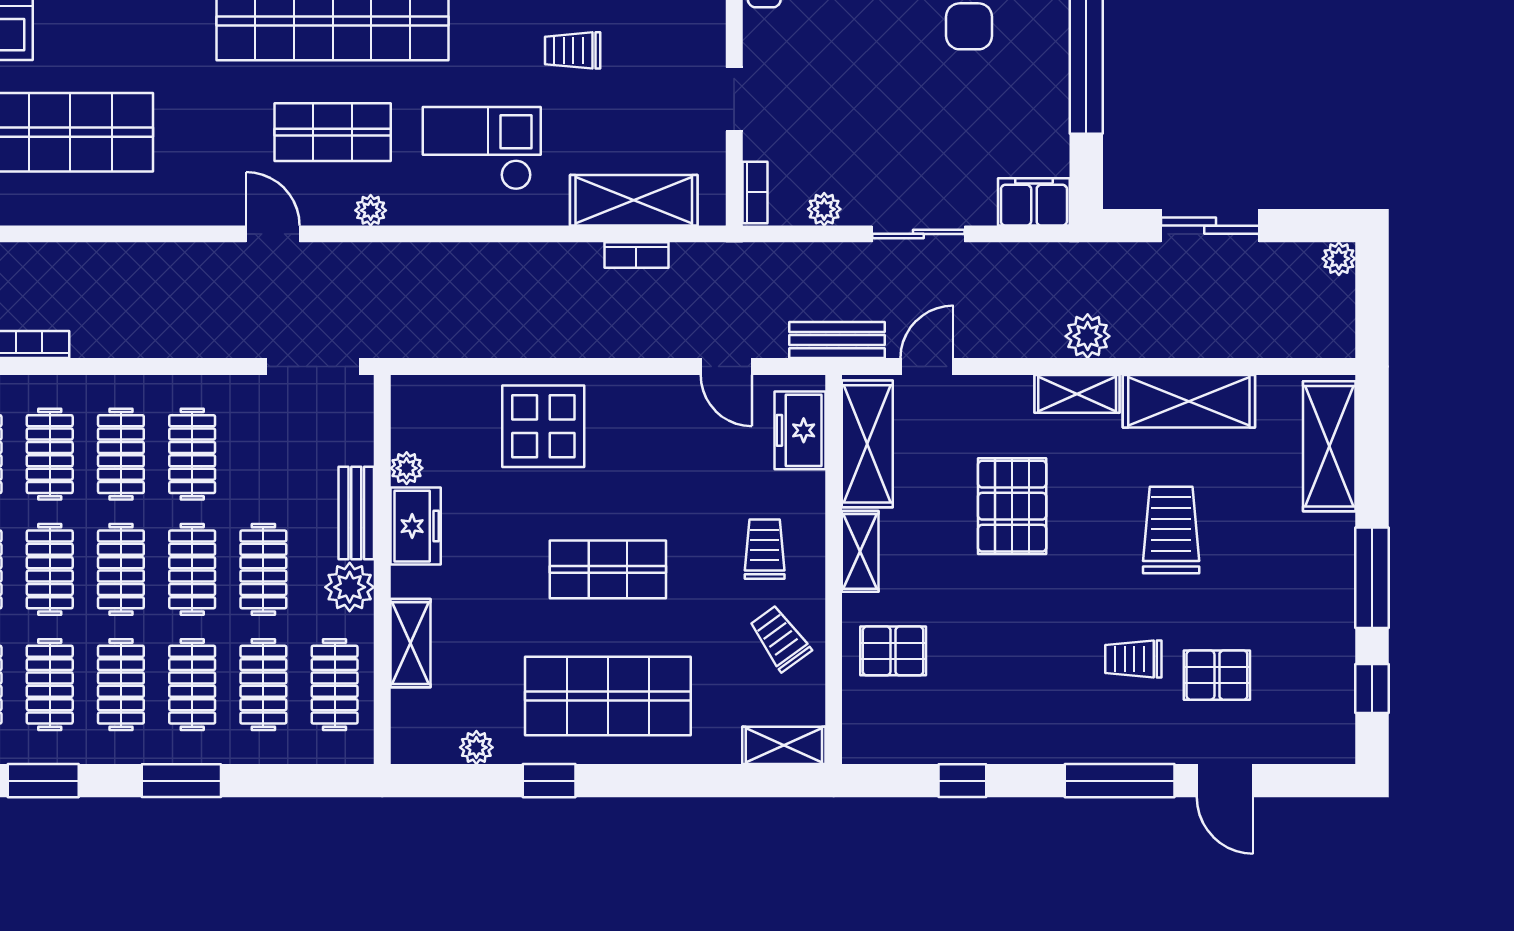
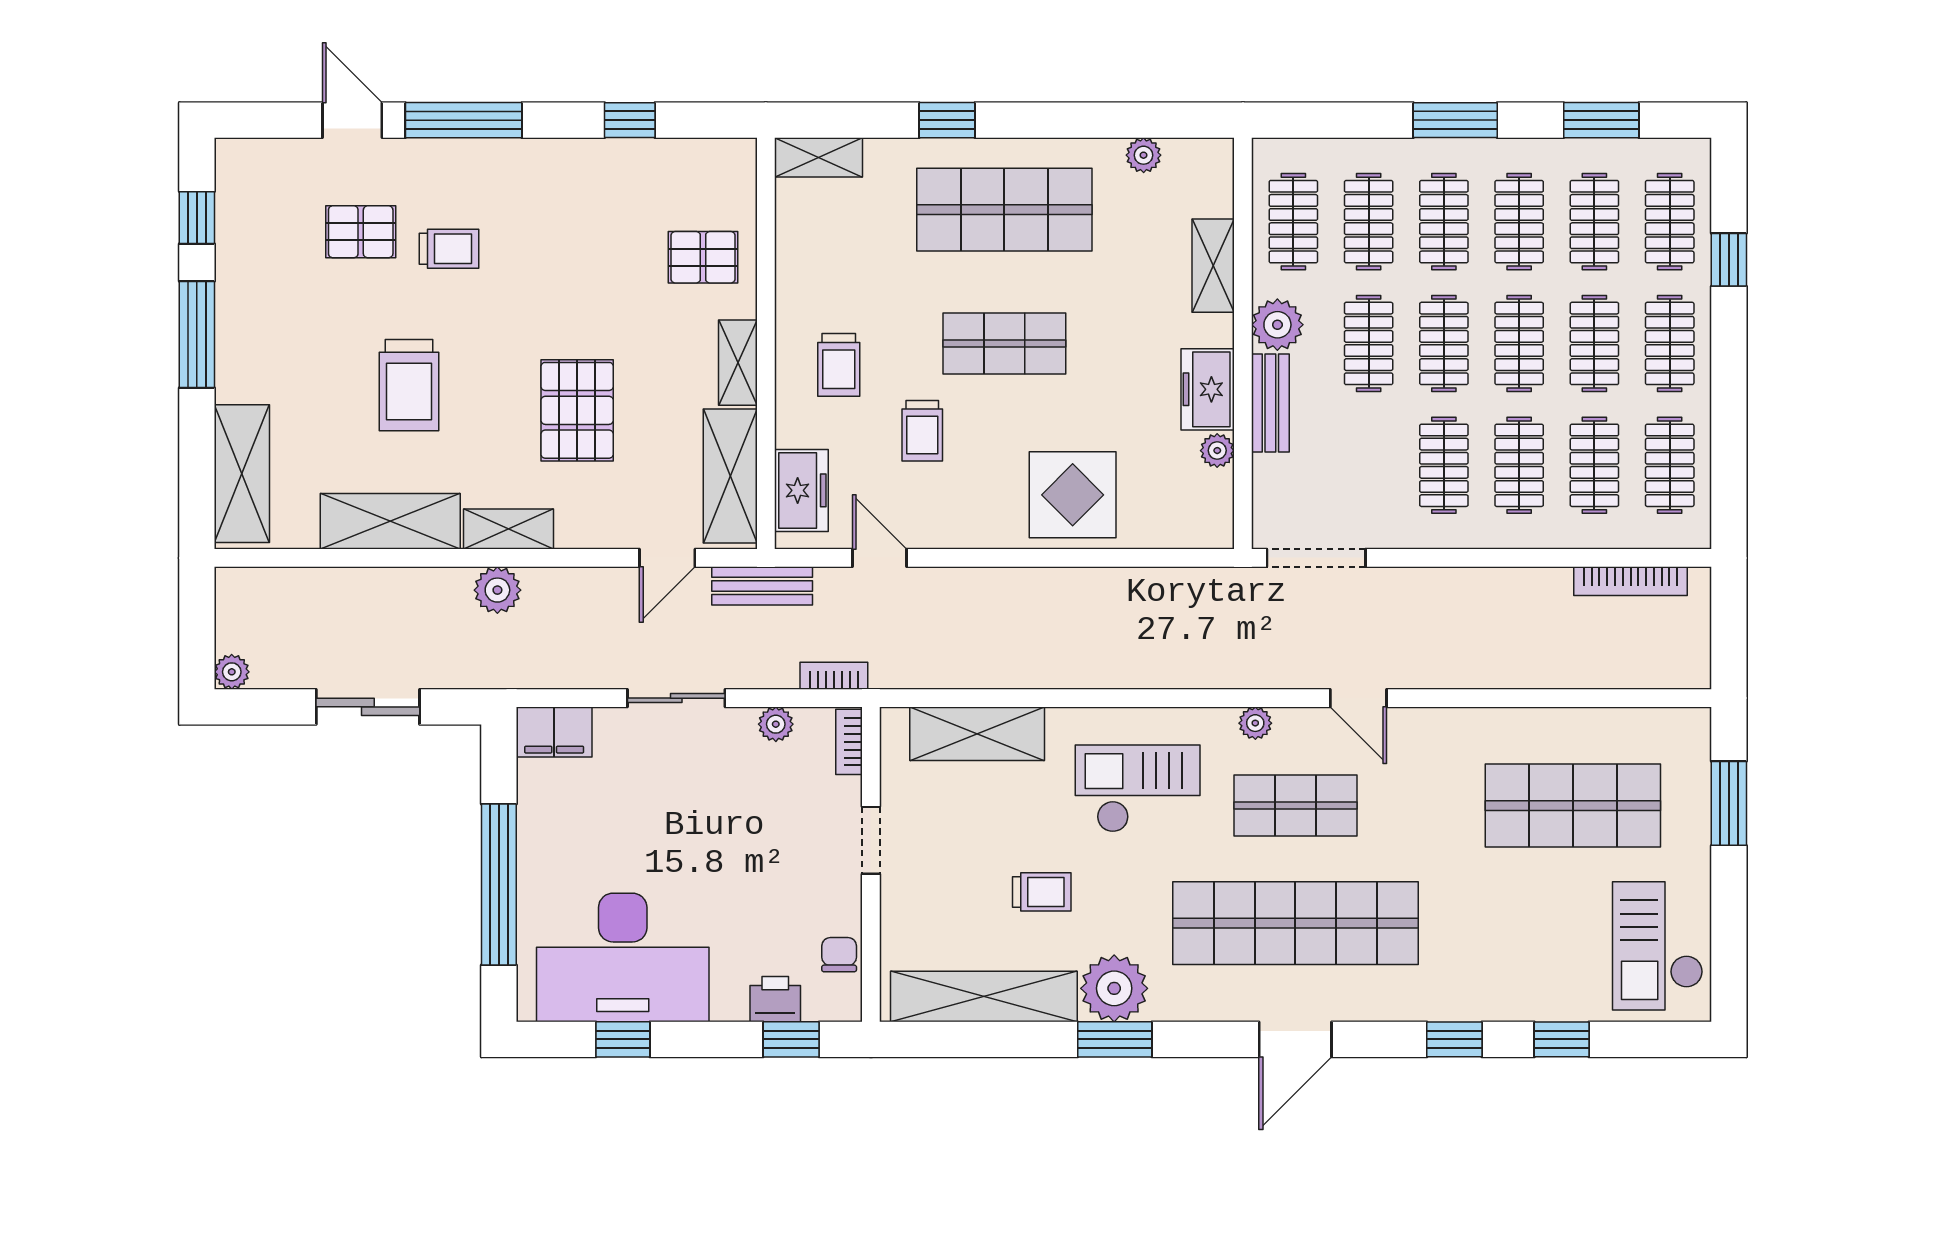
checkout: (482, 148) -> (1138, 789), turned 180
bookcase: (636, 255) -> (834, 676), moved
trolley: (780, 638) -> (922, 431), moved, turned 36
window: (549, 781) -> (947, 120), moved

